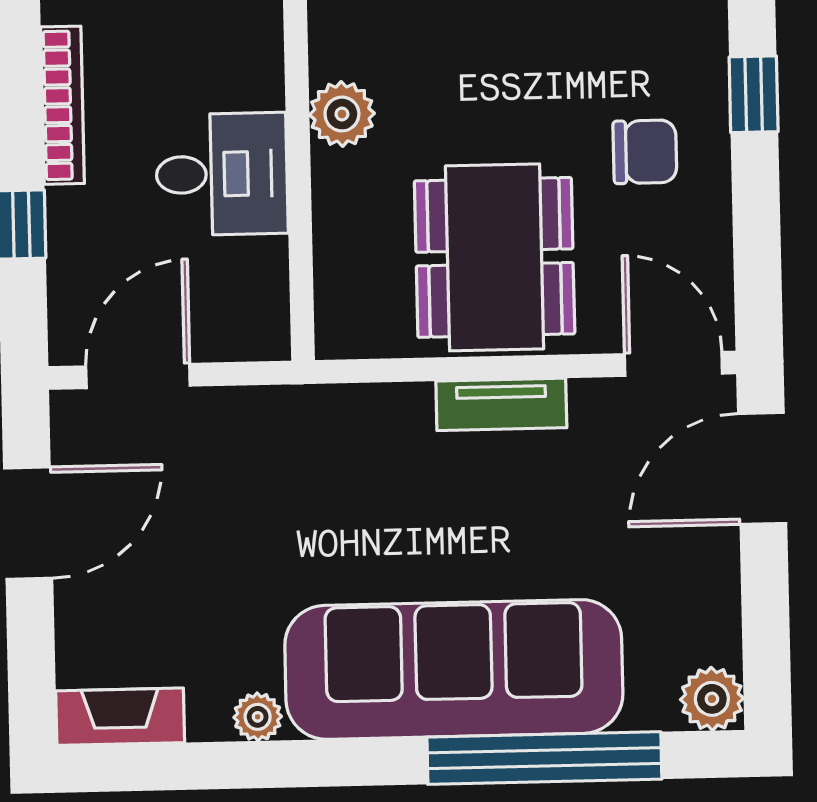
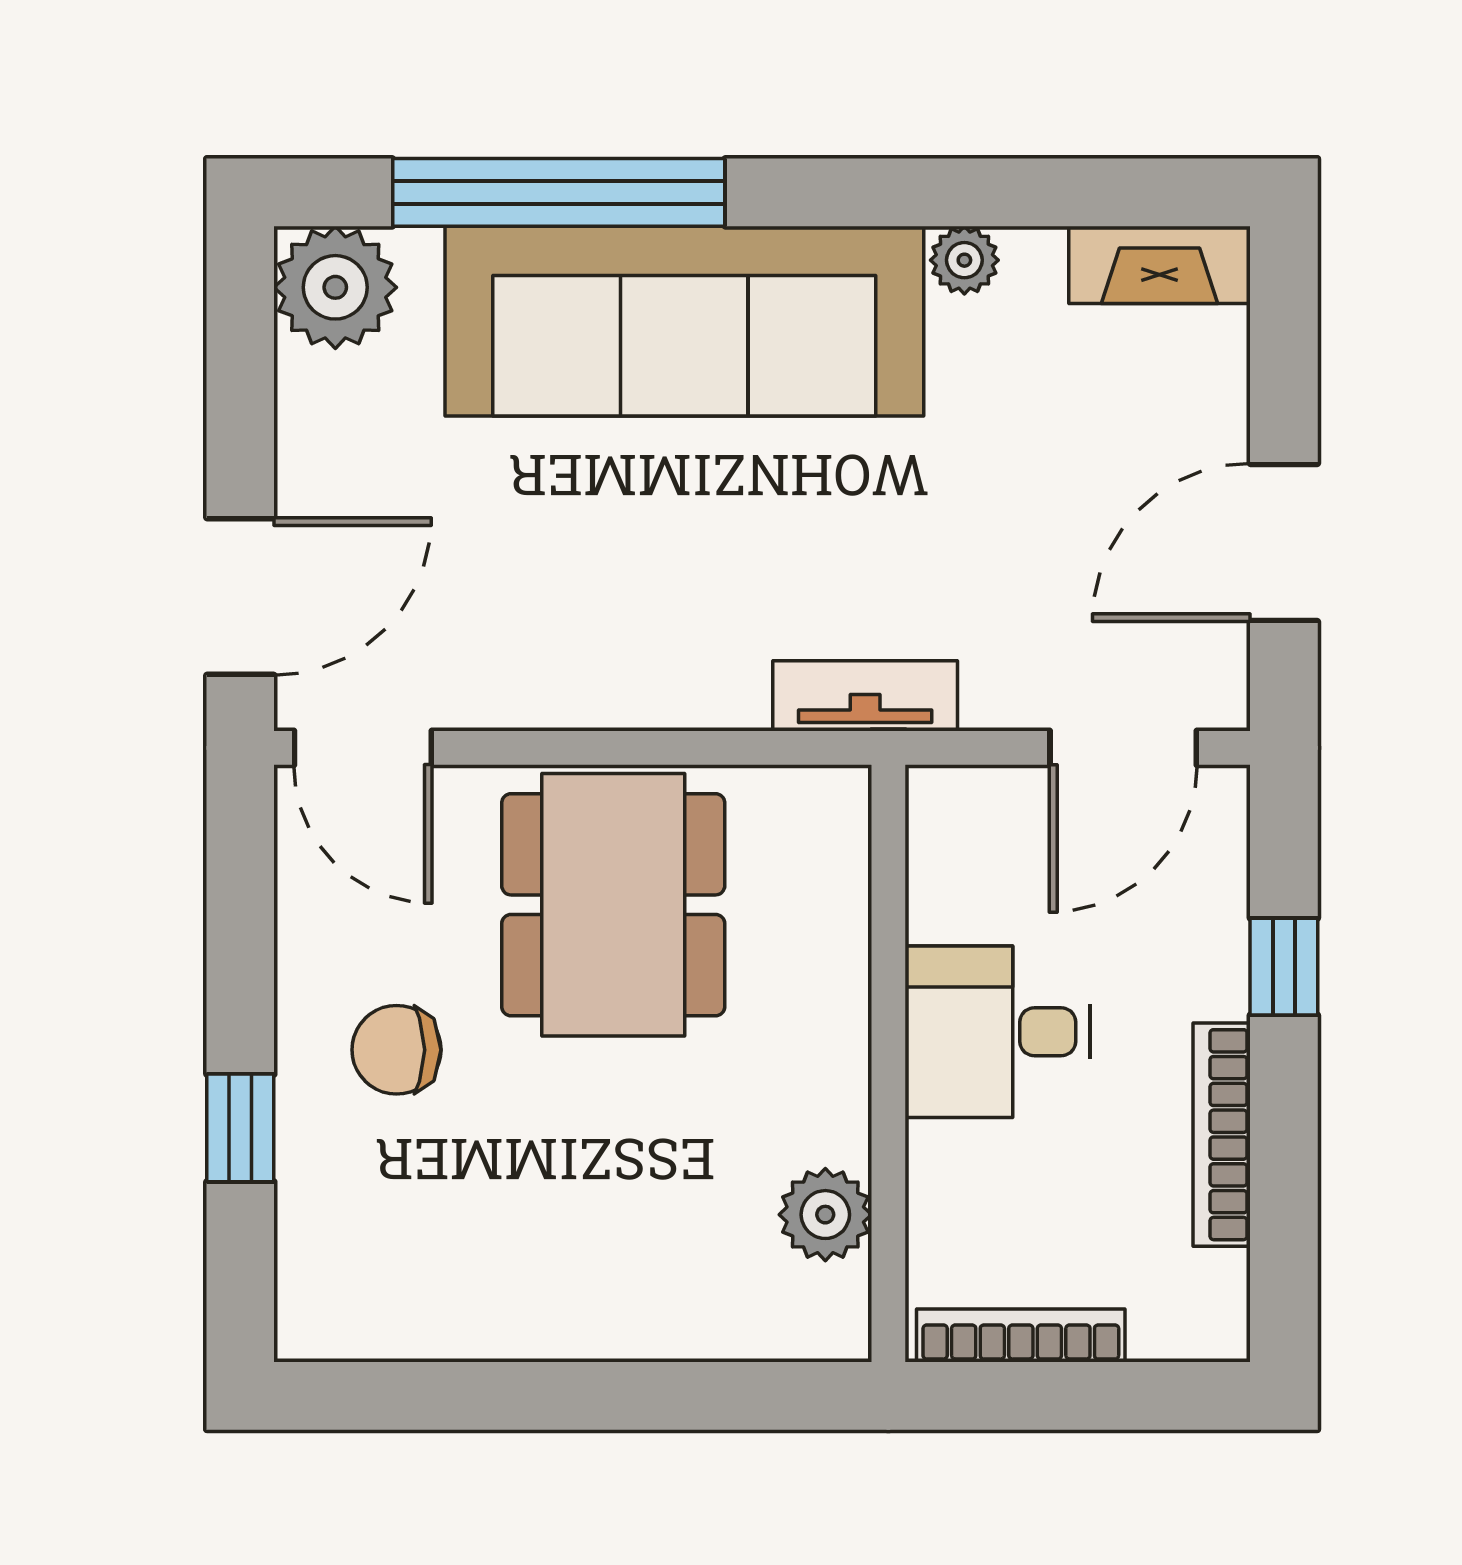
plant: (342, 114) -> (825, 1215), moved
tv unit: (501, 404) -> (865, 696), moved
plant: (712, 699) -> (335, 287), width x1.36, depth x1.36

